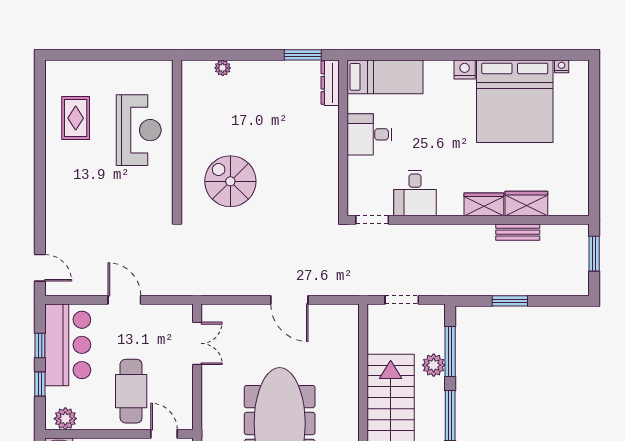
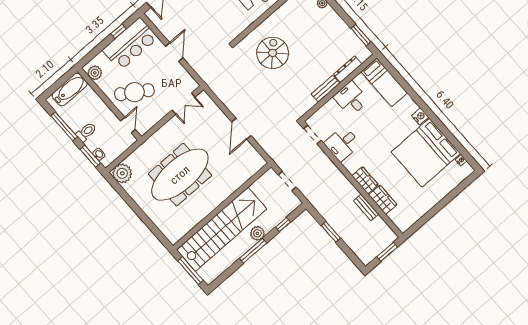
dresser: (330, 83) -> (348, 69), moved
bench: (330, 155) -> (325, 89), added
window: (450, 351) -> (283, 225), width x0.46
plant: (434, 365) -> (257, 233), moved
window: (40, 384) -> (101, 47), removed
cafe table: (131, 391) -> (134, 92), turned 33

